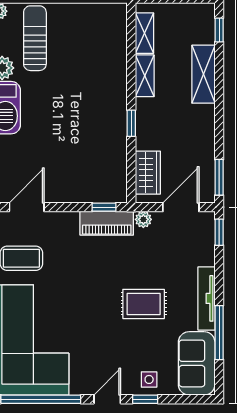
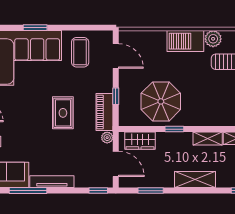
shelving: (203, 74) -> (195, 180), moved
parasol: (92, 143) -> (161, 101), added
window: (219, 177) -> (151, 191), moved
window: (104, 207) -> (116, 96), moved
rug: (144, 304) -> (63, 113), moved

